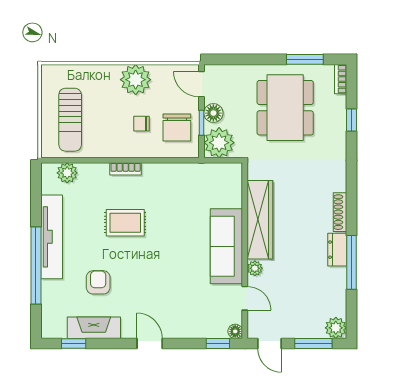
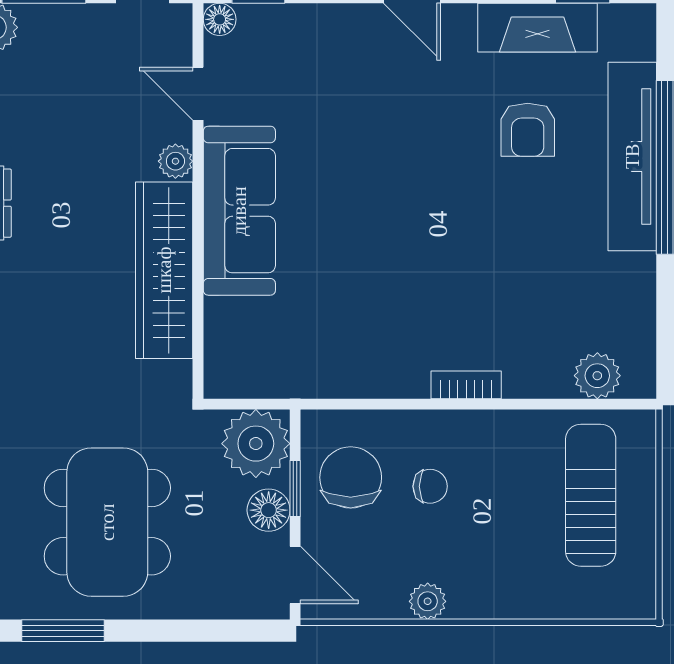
plant: (136, 80) -> (428, 601), width x0.53, depth x0.53
rug: (125, 223) -> (467, 264), removed
tv unit: (52, 237) -> (632, 156), moved

